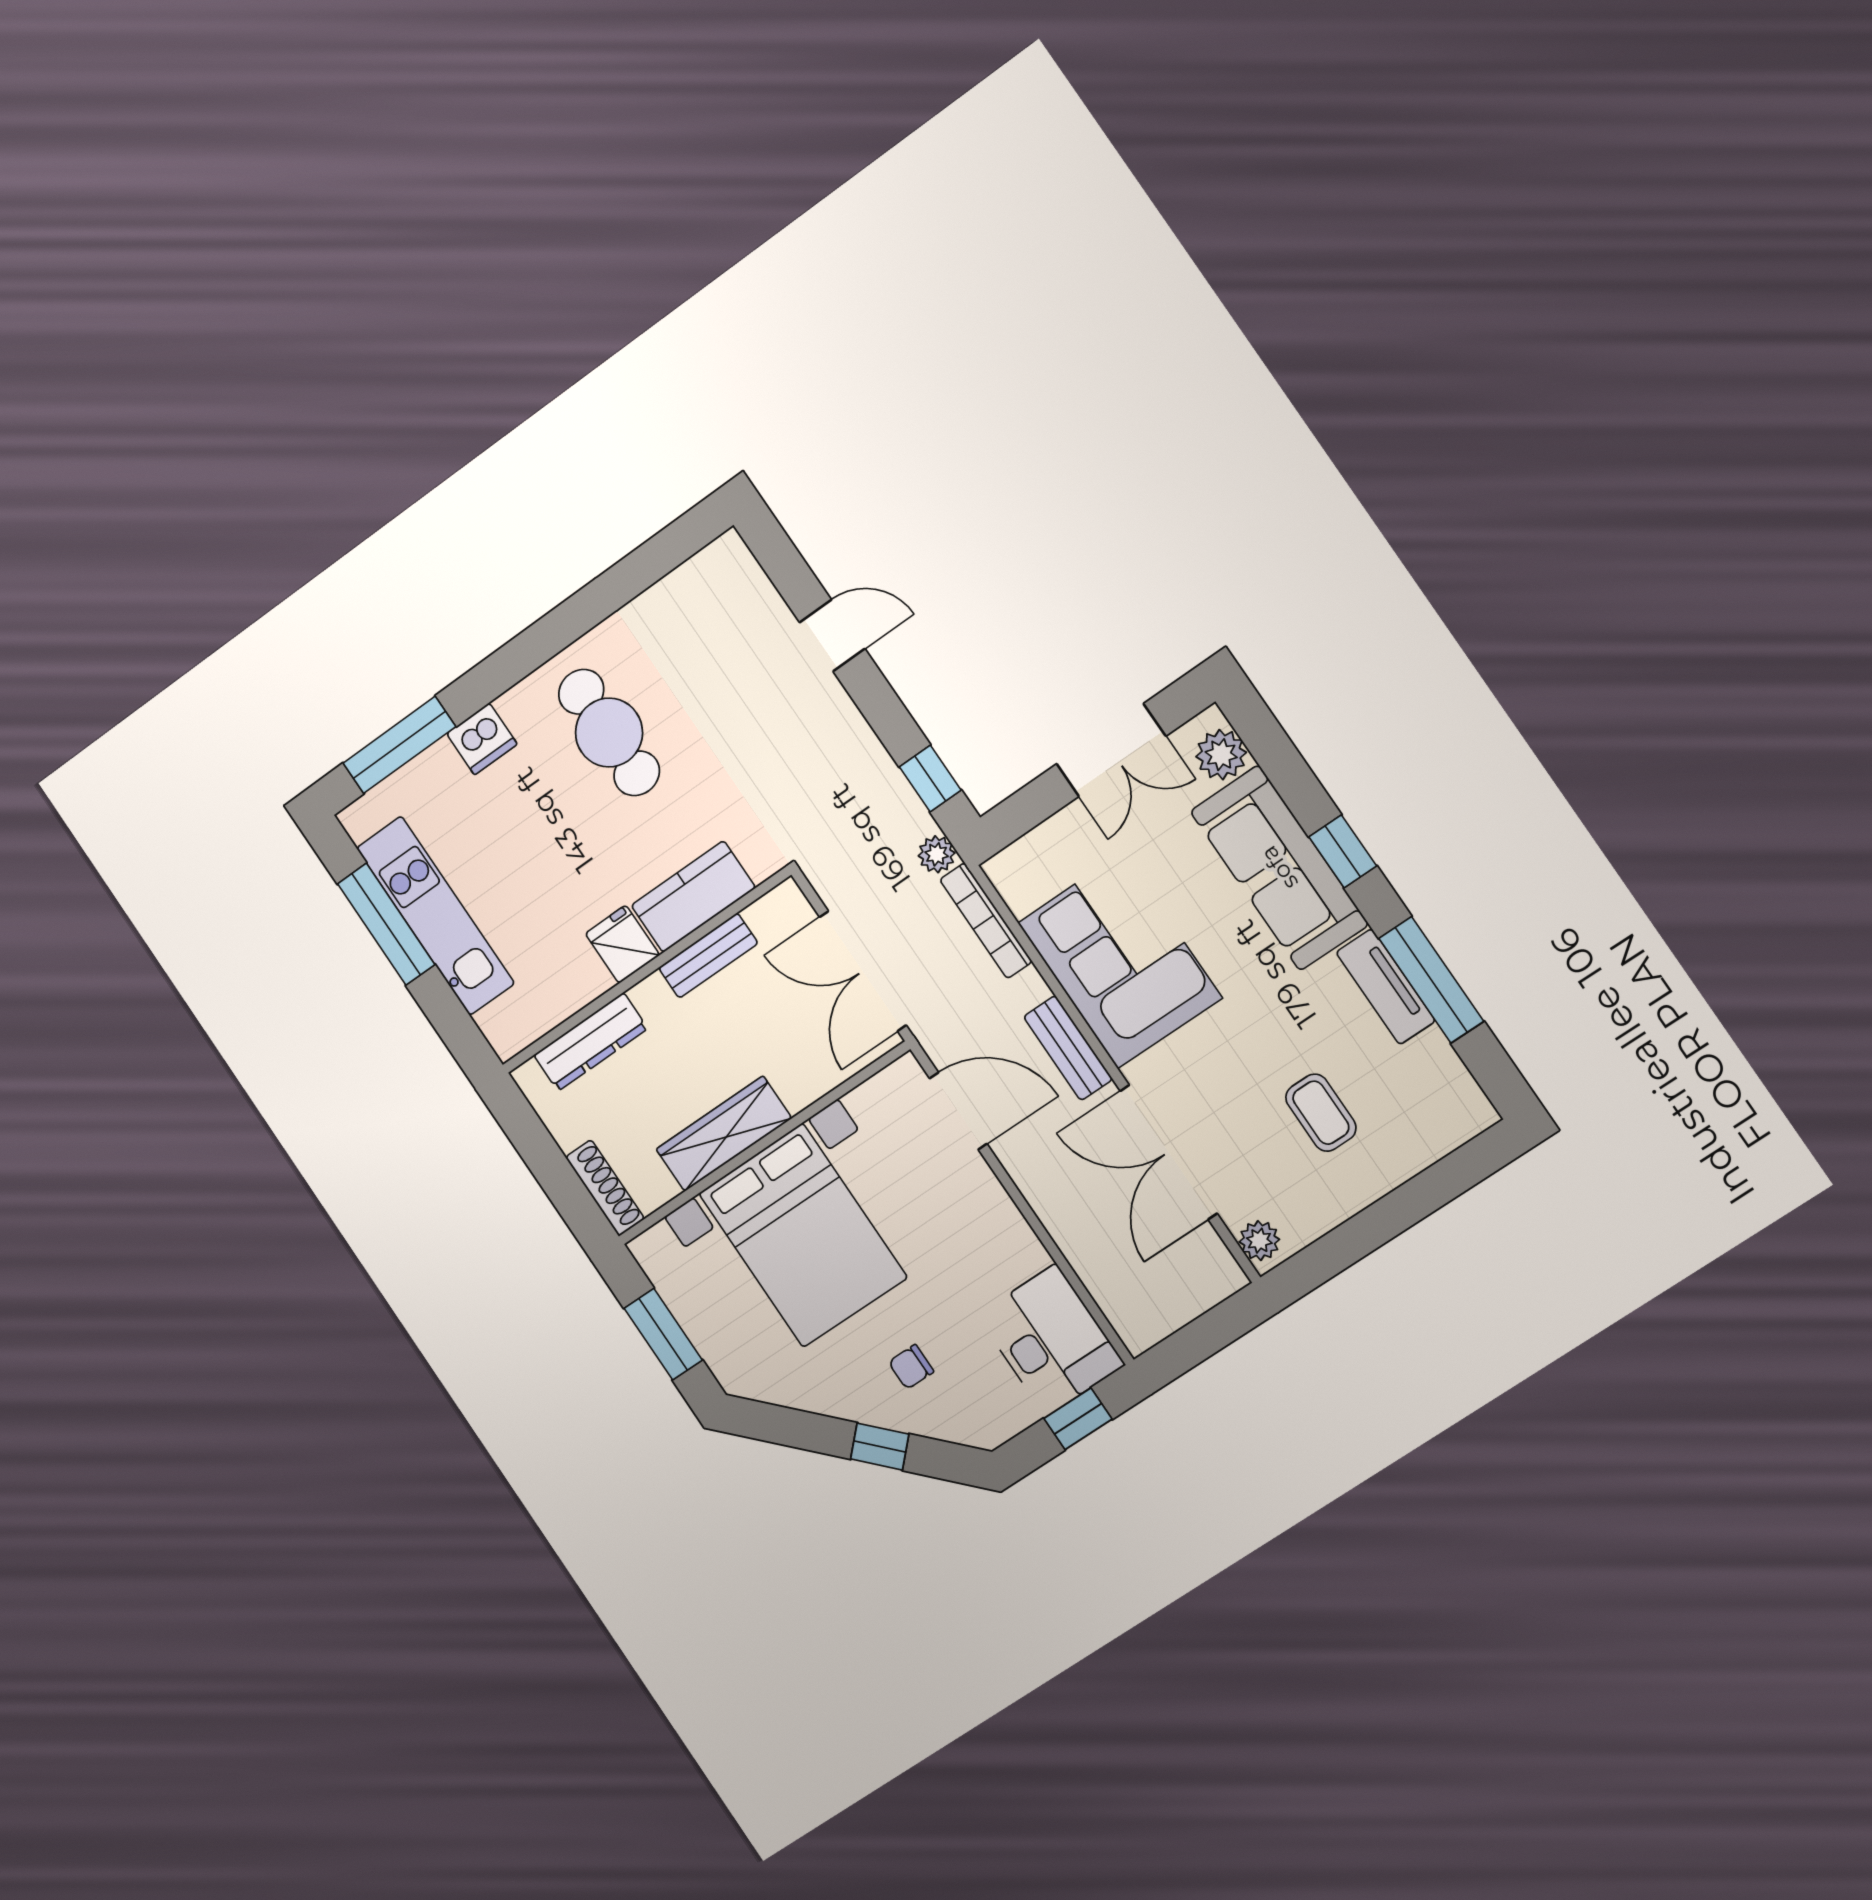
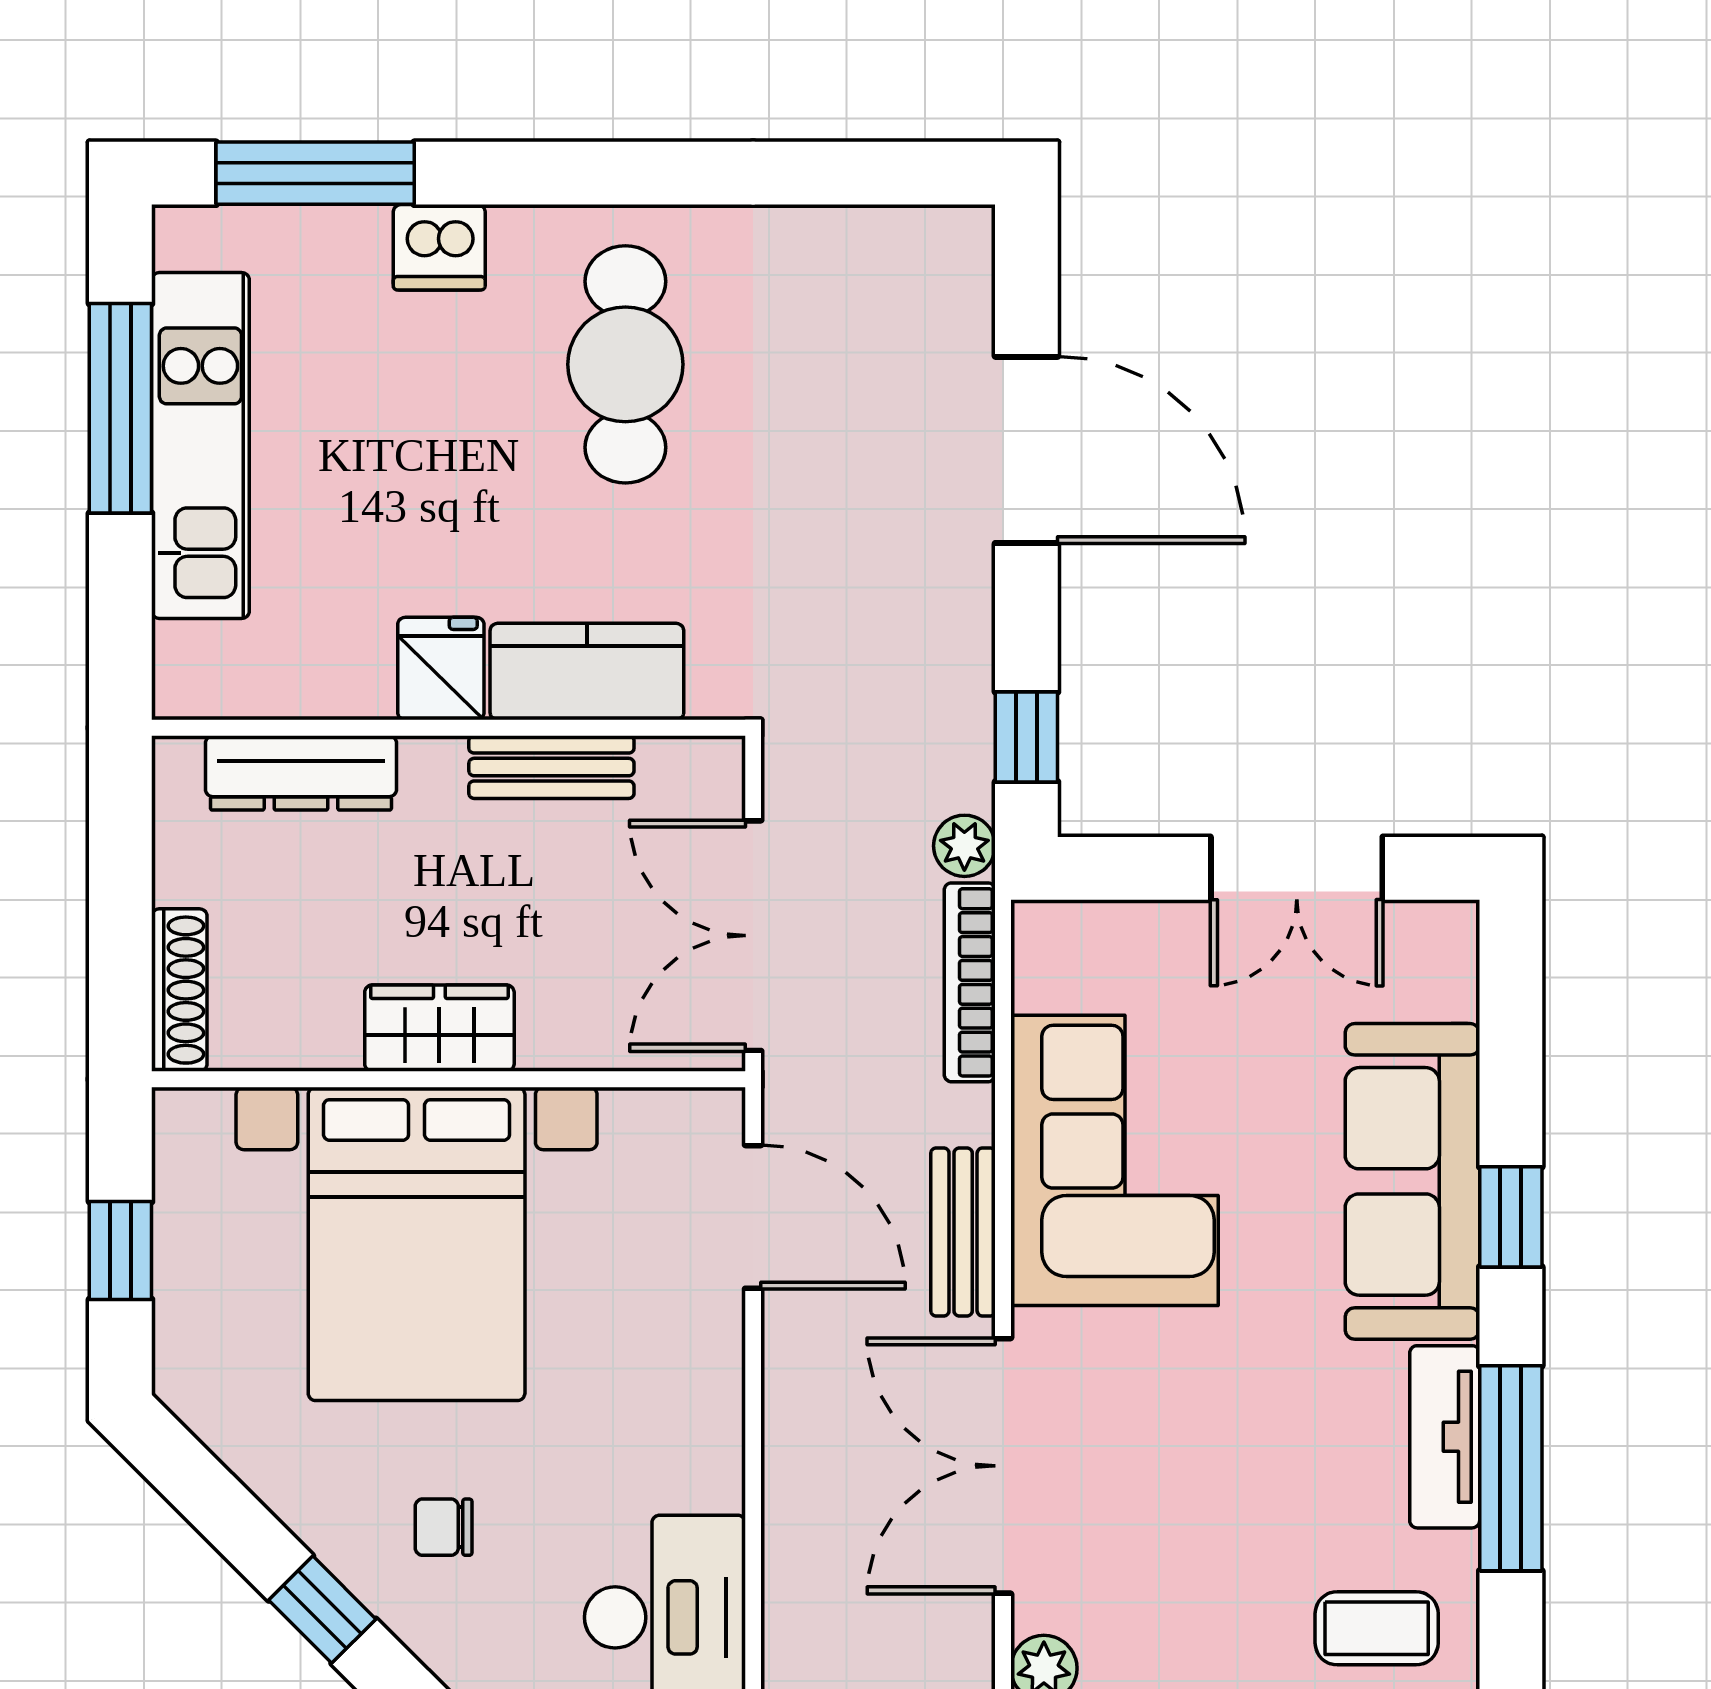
door: (832, 636) -> (1026, 450), width x1.88
plant: (1221, 755) -> (1439, 976), removed
coffee table: (1321, 1113) -> (1377, 1628), moved, turned 90
wardrobe: (724, 1134) -> (439, 1028), width x0.67
window: (663, 1334) -> (120, 1250), width x0.67

